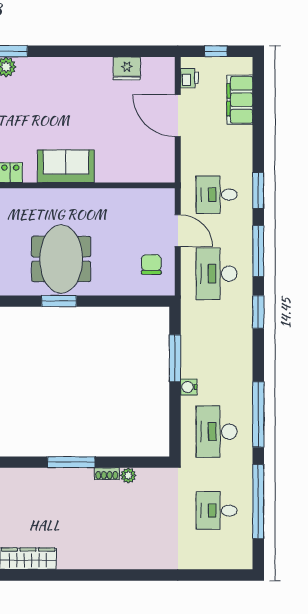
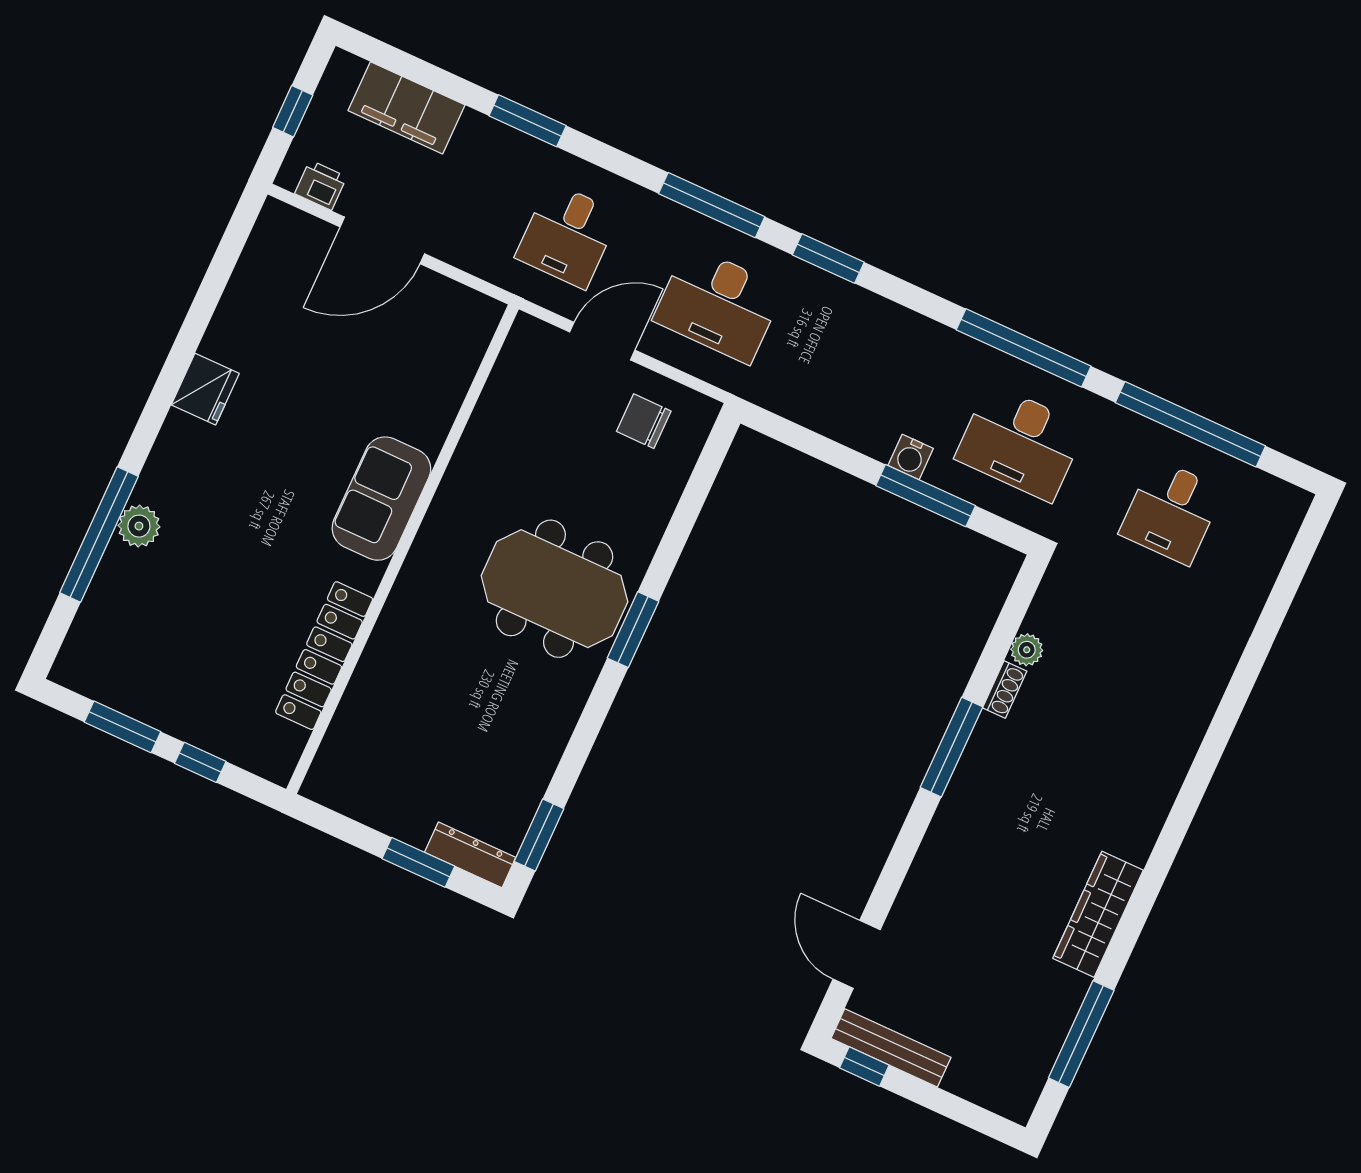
fridge: (127, 68) -> (205, 389), moved
window: (258, 190) -> (528, 121), moved
window: (175, 358) -> (926, 496), moved

